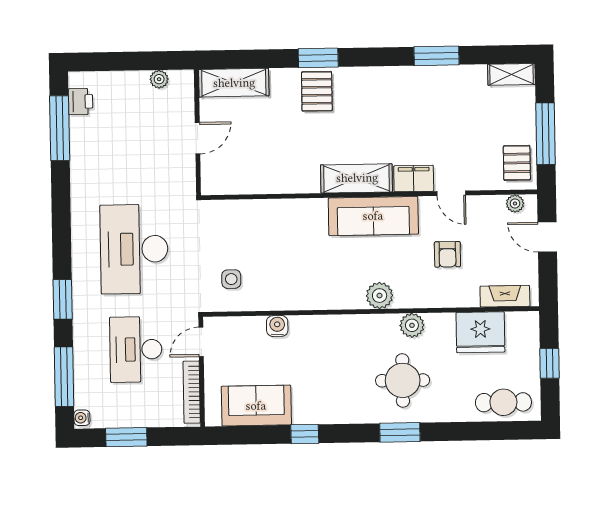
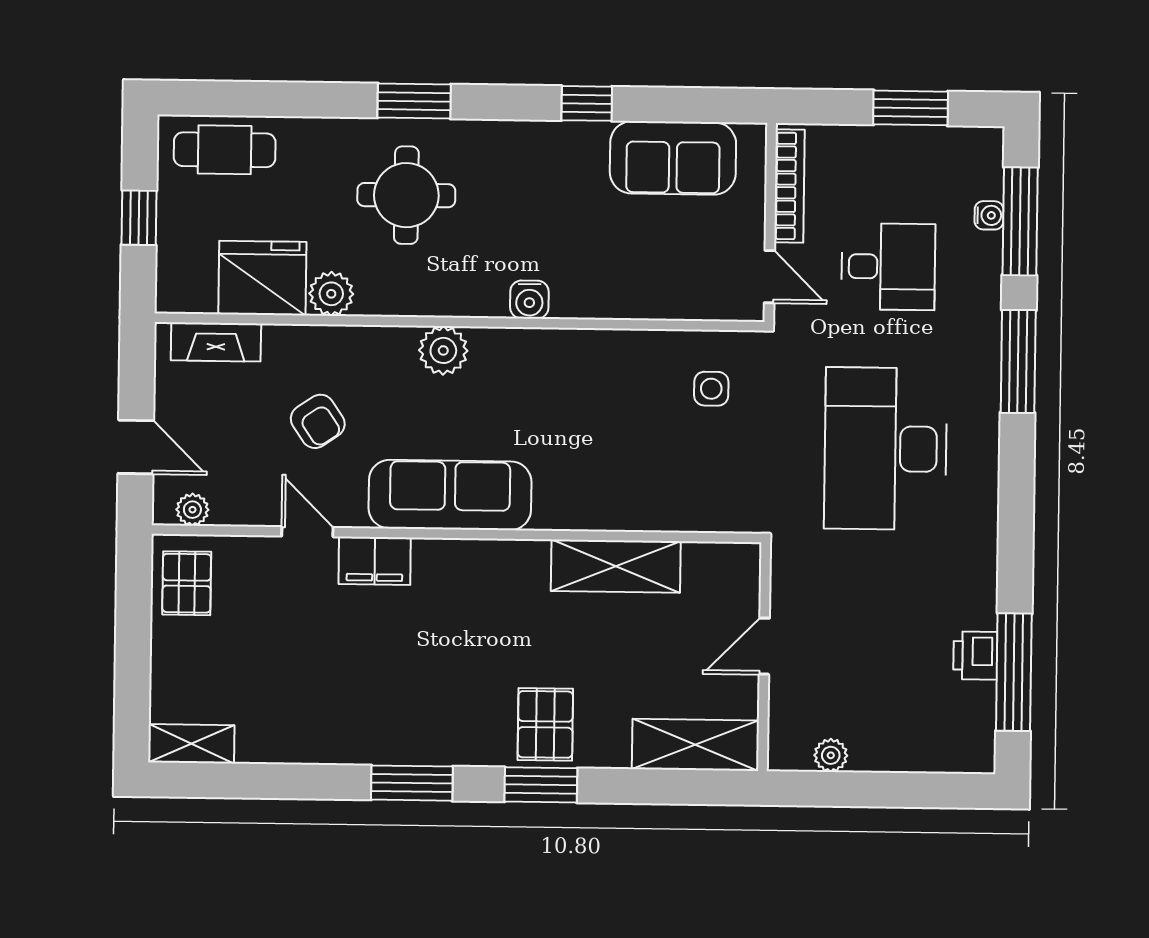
window: (437, 56) -> (412, 783), moved
printer: (80, 102) -> (975, 656), moved
window: (545, 134) -> (133, 634), removed
shelving: (357, 178) -> (616, 566), moved
desk: (134, 249) -> (886, 449), turned 180
armchair: (447, 254) -> (318, 421), turned 146
window: (63, 299) -> (1018, 362), width x1.44
plant: (412, 325) -> (331, 294), moved
water cooler: (277, 326) -> (529, 300), moved
door: (201, 342) -> (769, 277), hinge flipped
desk: (136, 349) -> (888, 267), width x0.73
water cooler: (82, 418) -> (989, 215), moved

